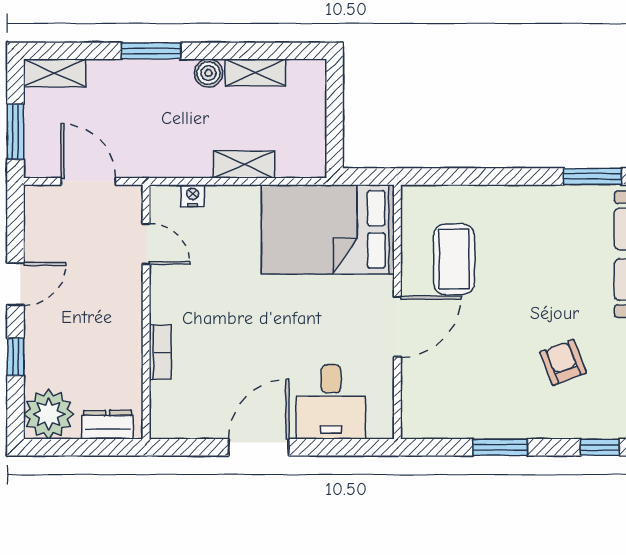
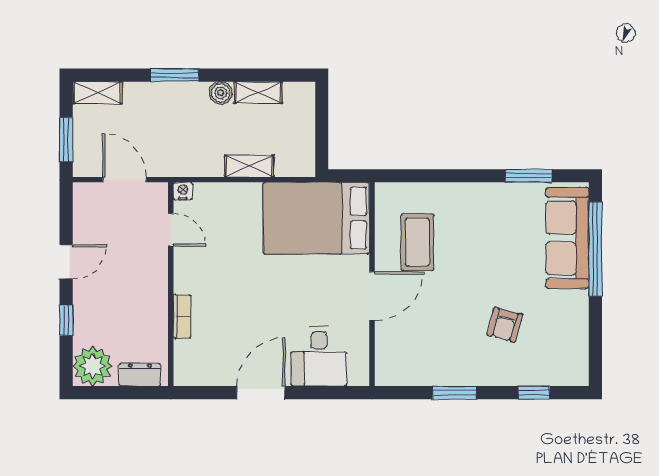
nightstand: (193, 196) -> (183, 191), moved
armchair: (563, 362) -> (505, 325), turned -144

